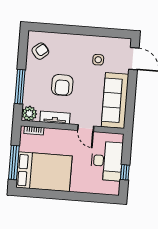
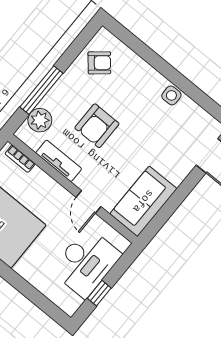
side table: (98, 60) -> (171, 95), moved
sofa: (115, 101) -> (143, 201), width x0.73
plant: (29, 114) -> (40, 120), moved

